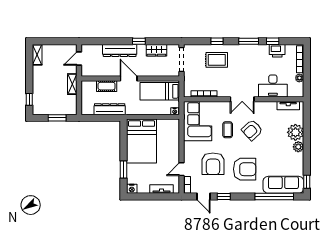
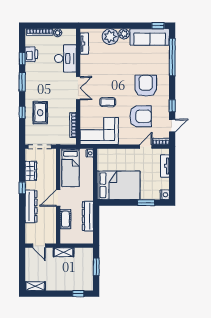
armchair: (252, 130) -> (108, 79), removed
door: (182, 169) -> (146, 147), swing flipped
sofa: (283, 185) -> (150, 37), moved, turned -90

